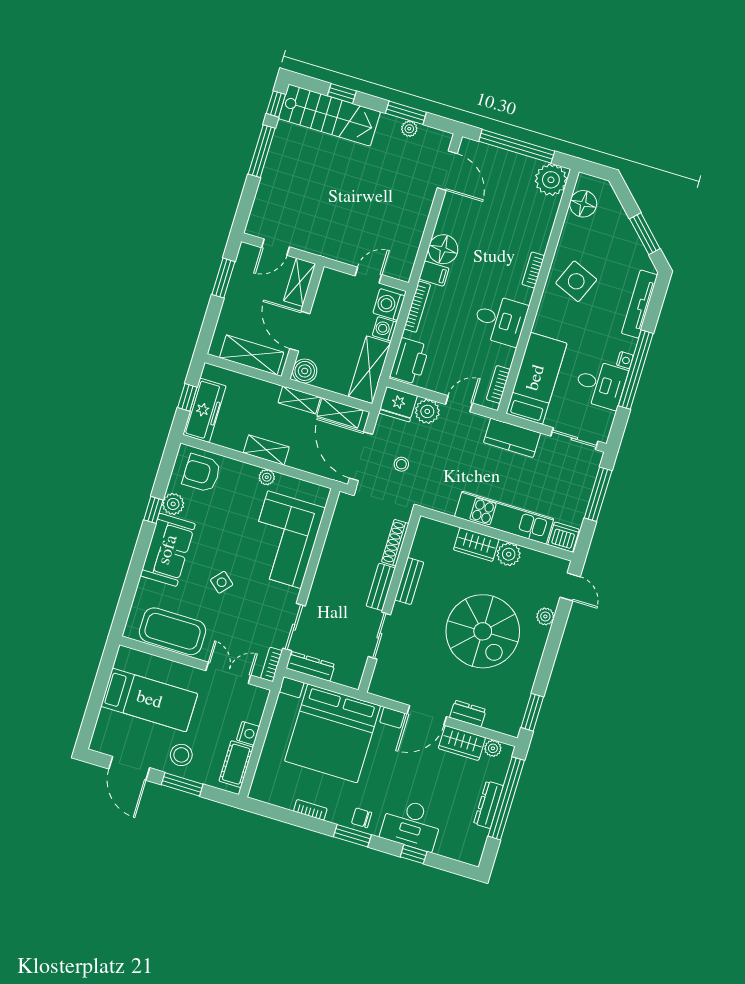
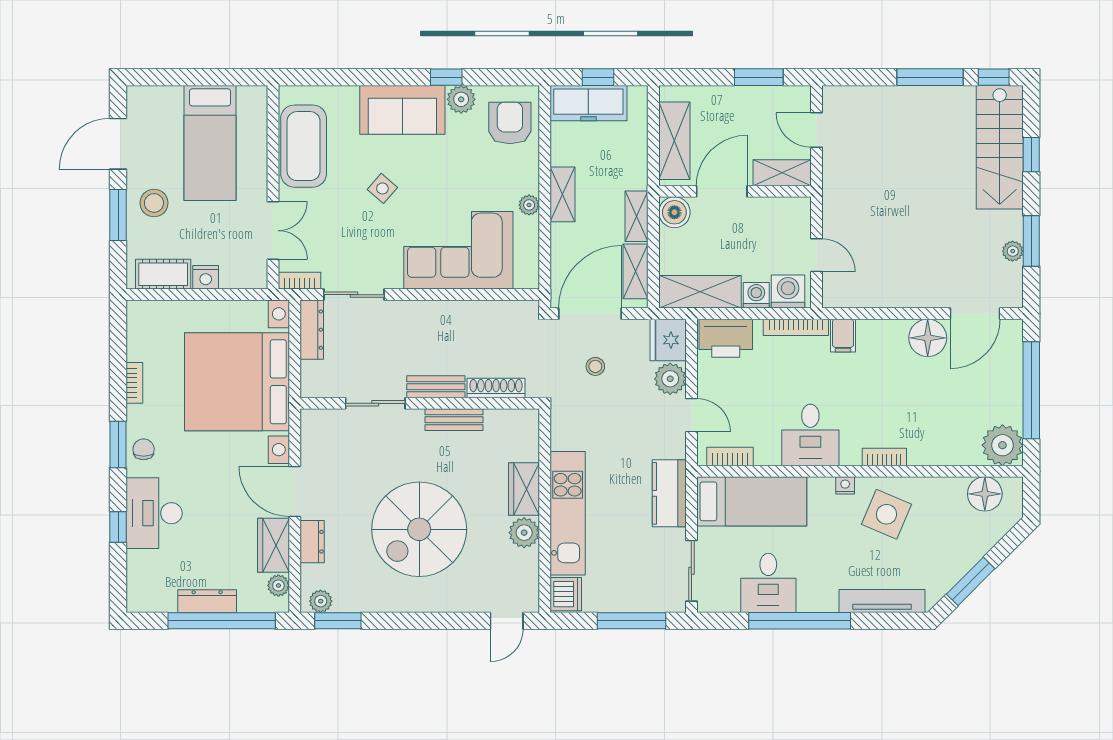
floor lamp: (443, 249) -> (928, 338), moved
nightstand: (625, 360) -> (845, 485), moved, turned 180
plant: (545, 616) -> (321, 601), moved

